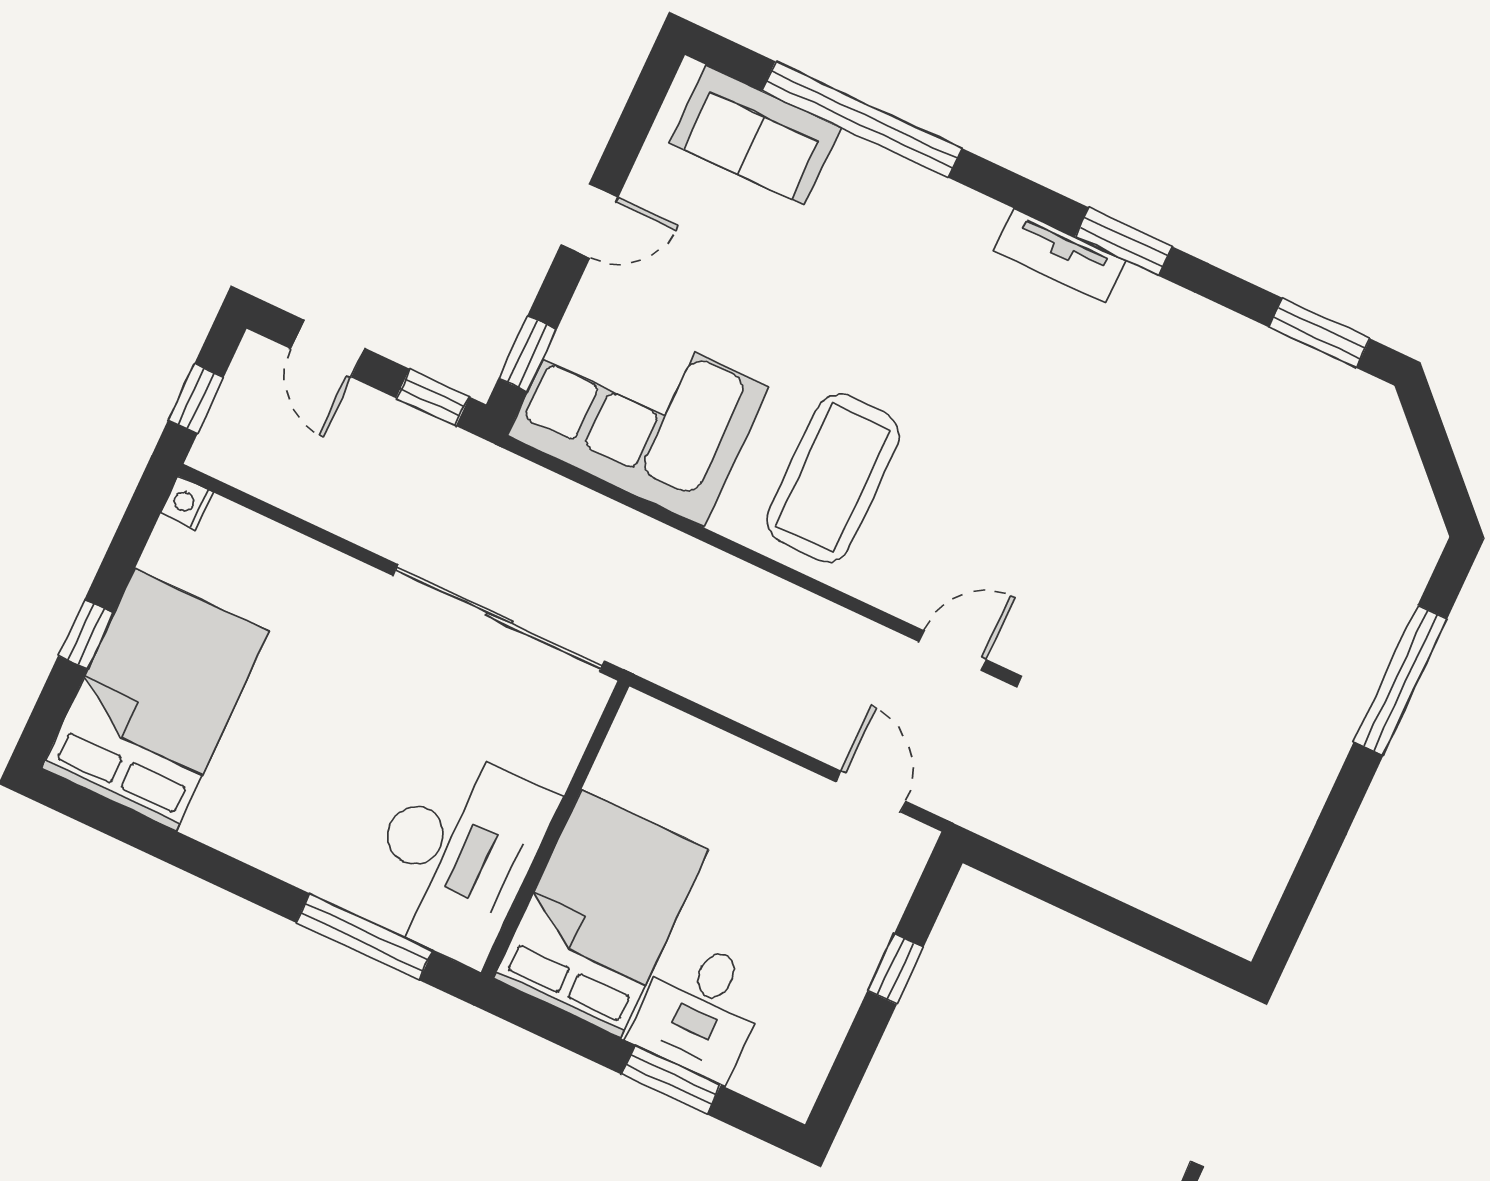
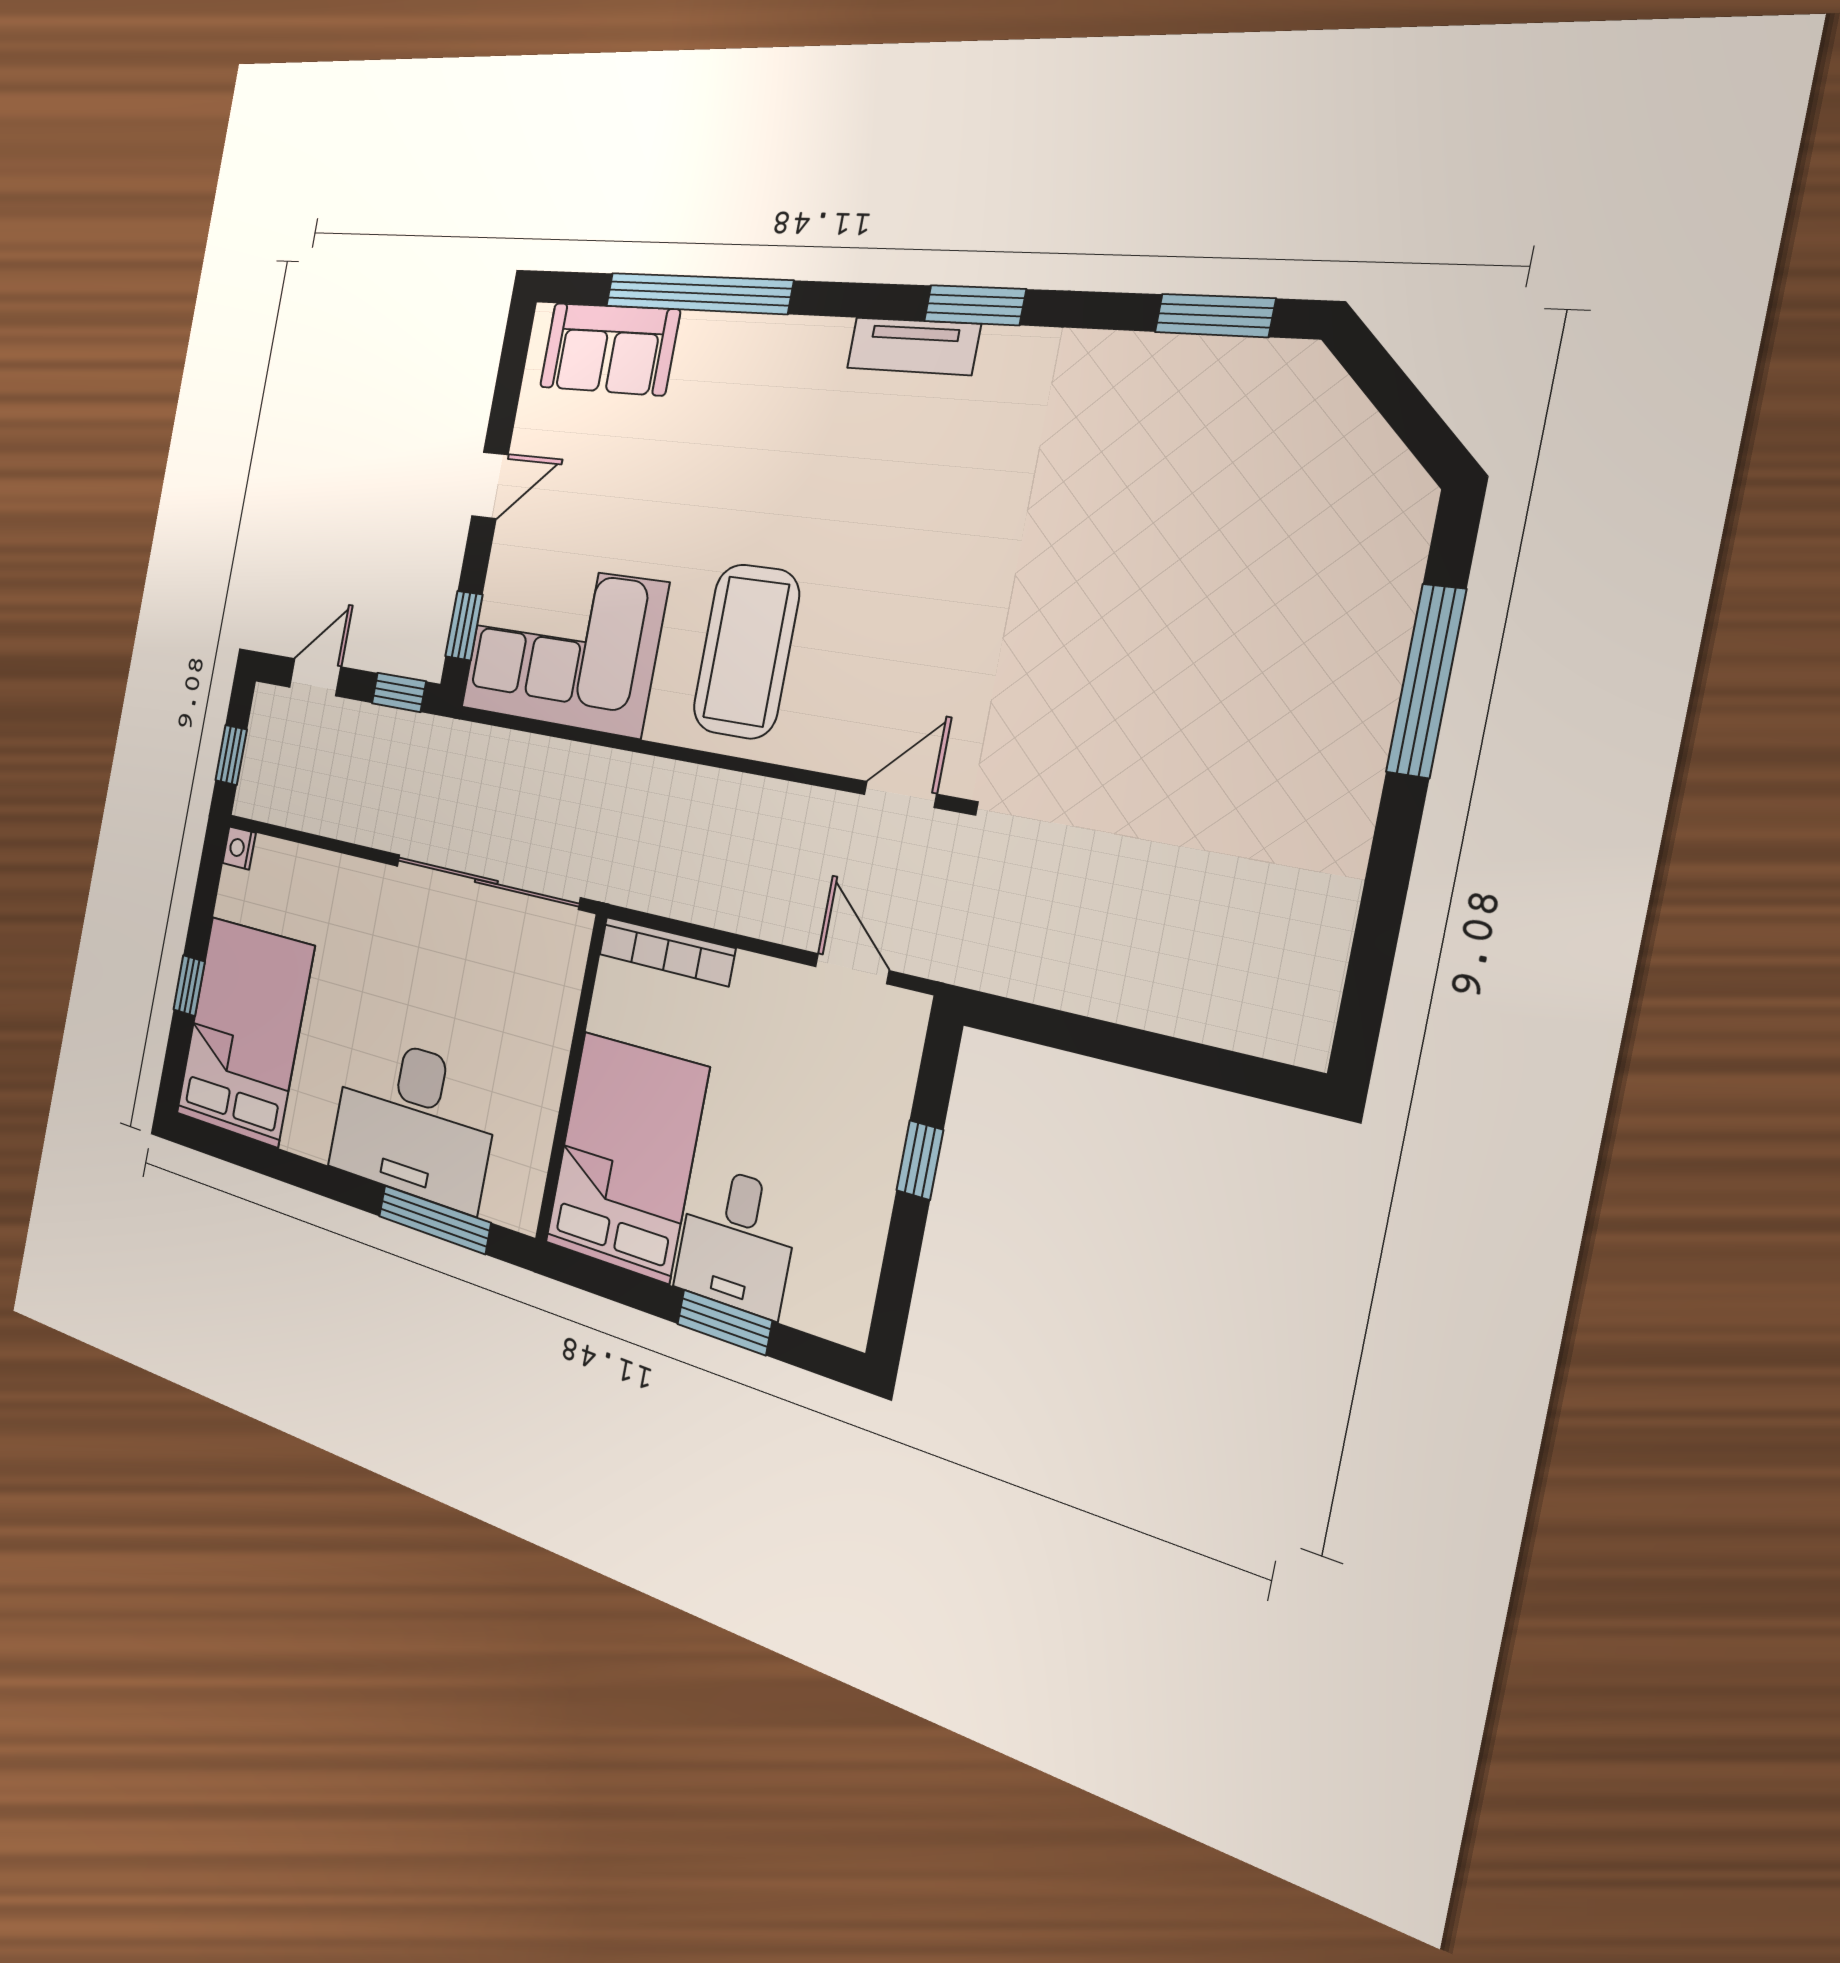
door: (328, 349) -> (315, 677), swing flipped
bookcase: (687, 733) -> (666, 951), added
desk: (456, 854) -> (414, 1121), moved, turned 90

